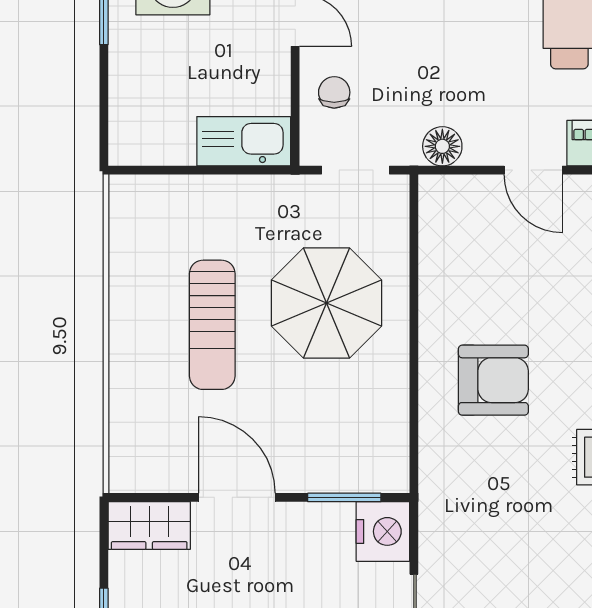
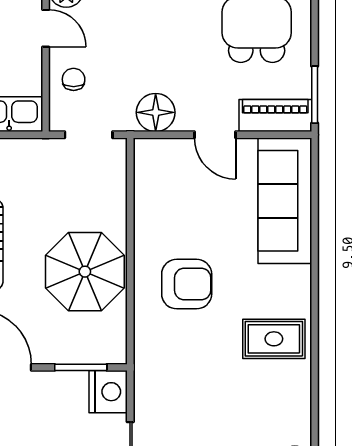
floor lamp: (442, 146) -> (156, 112), width x1.38, depth x1.38
parasol: (326, 303) -> (85, 272), moved

